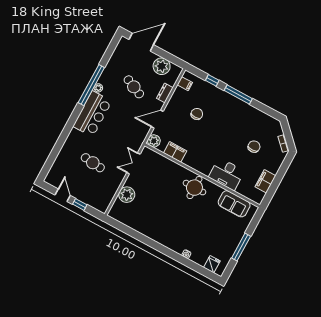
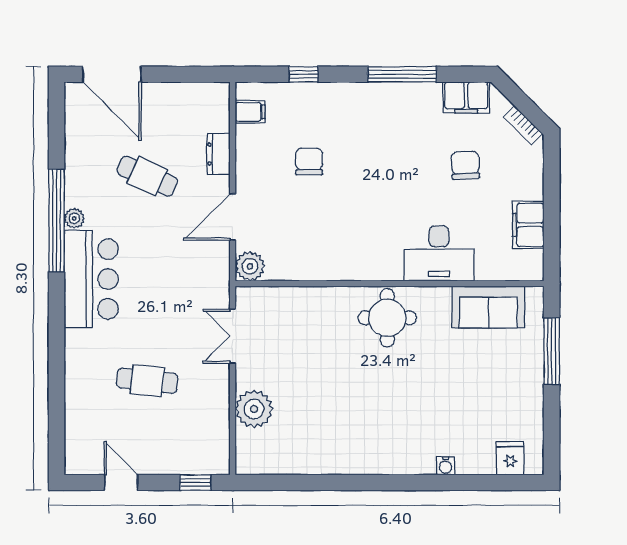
door: (141, 42) -> (112, 74), swing flipped
plant: (162, 66) -> (182, 102), removed
window: (238, 94) -> (402, 74), moved
filing cabinet: (175, 152) -> (466, 97), moved, turned 180
window: (80, 204) -> (195, 483), moved
window: (241, 247) -> (552, 351), moved

